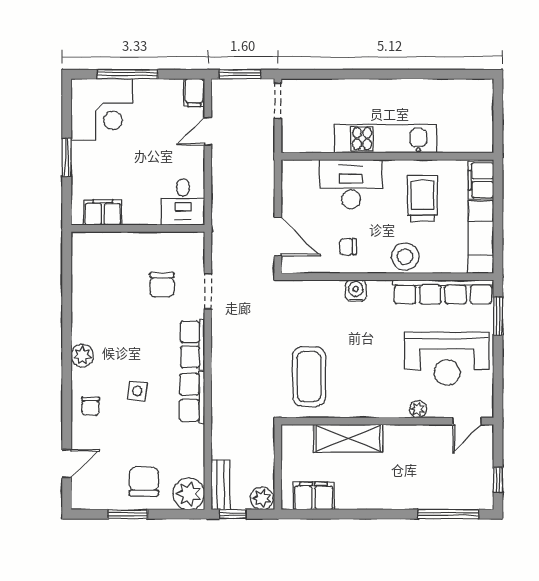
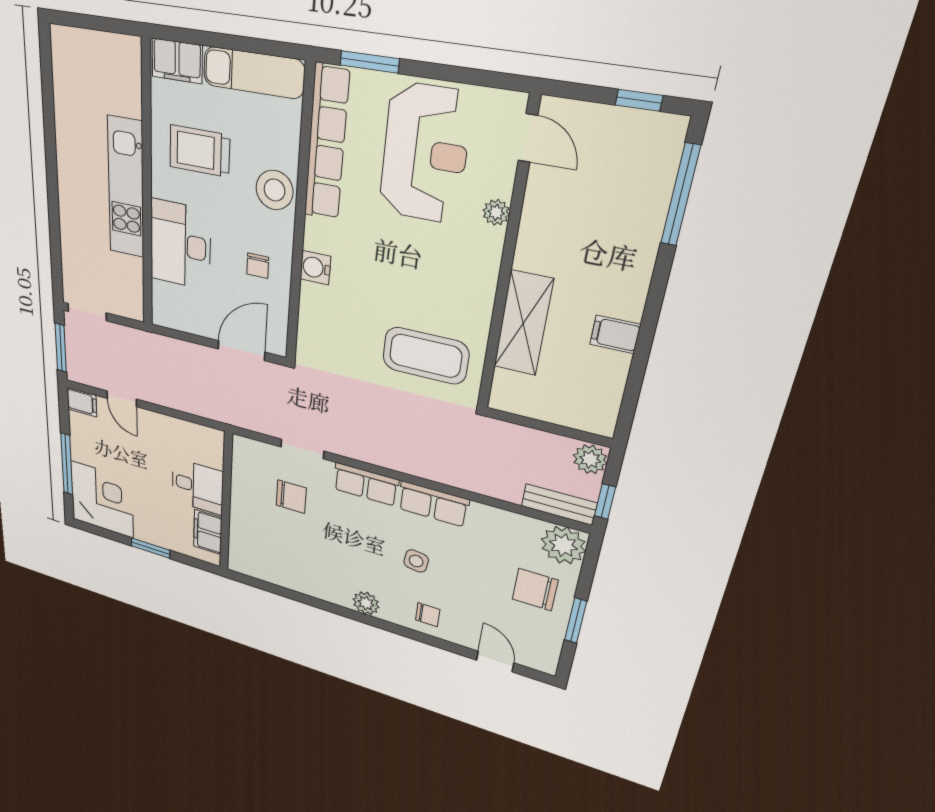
desk: (183, 202) -> (197, 486), moved
filing cabinet: (314, 496) -> (615, 334), moved, width x0.50

